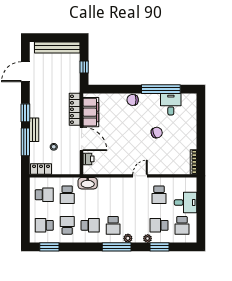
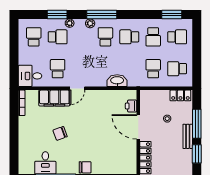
filing cabinet: (91, 112) -> (54, 98), moved, turned -90
washbasin: (88, 183) -> (117, 81), moved
desk: (185, 202) -> (30, 76), moved

